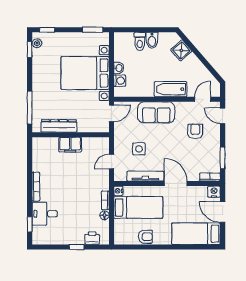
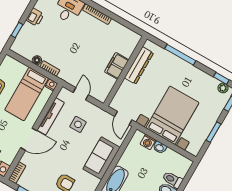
window: (93, 30) -> (214, 132), moved
window: (30, 108) -> (180, 55), moved
printer: (92, 238) -> (35, 17), moved
window: (77, 247) -> (17, 30), moved

